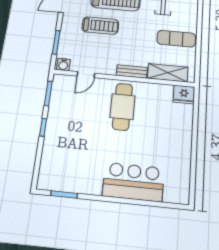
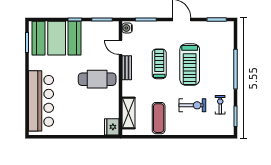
treadmill: (100, 26) -> (159, 64), moved, turned 180
bench: (132, 71) -> (127, 68), moved
booth: (64, 154) -> (57, 38), added
bar counter: (133, 182) -> (41, 101), width x1.36

